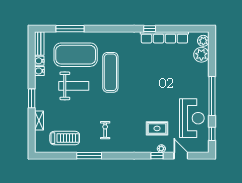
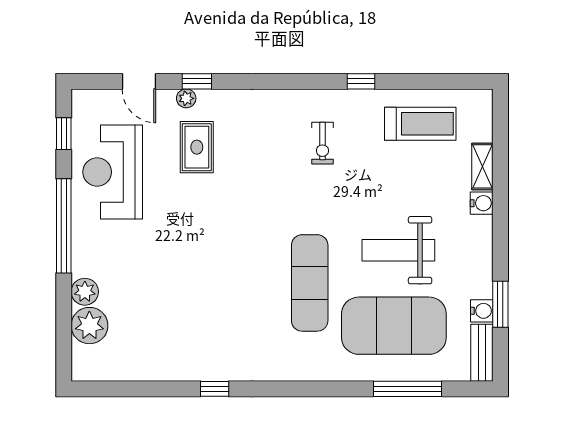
row of seats: (164, 37) -> (179, 368), removed
plant: (203, 41) -> (85, 292), moved
water cooler: (39, 71) -> (482, 203), moved
window: (32, 98) -> (500, 304), moved
rug: (157, 128) -> (197, 147), turned 90
treadmill: (65, 138) -> (420, 124), turned 180
window: (89, 156) -> (361, 81), width x0.46

